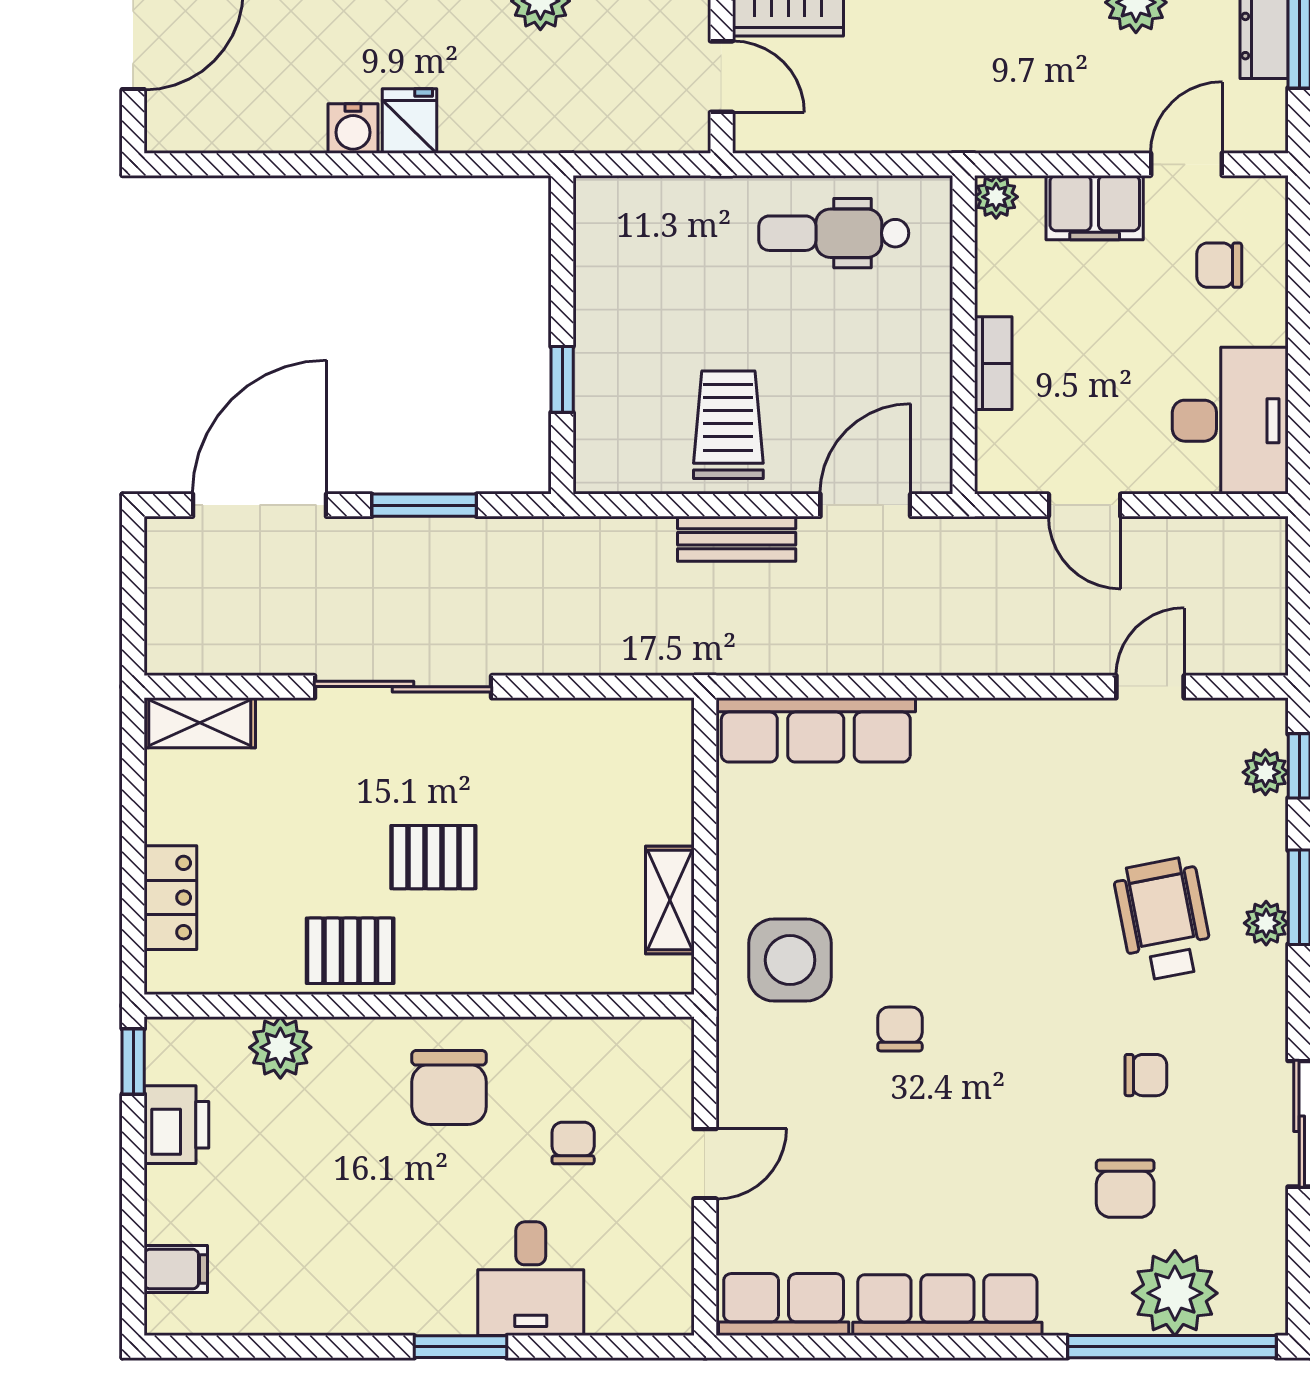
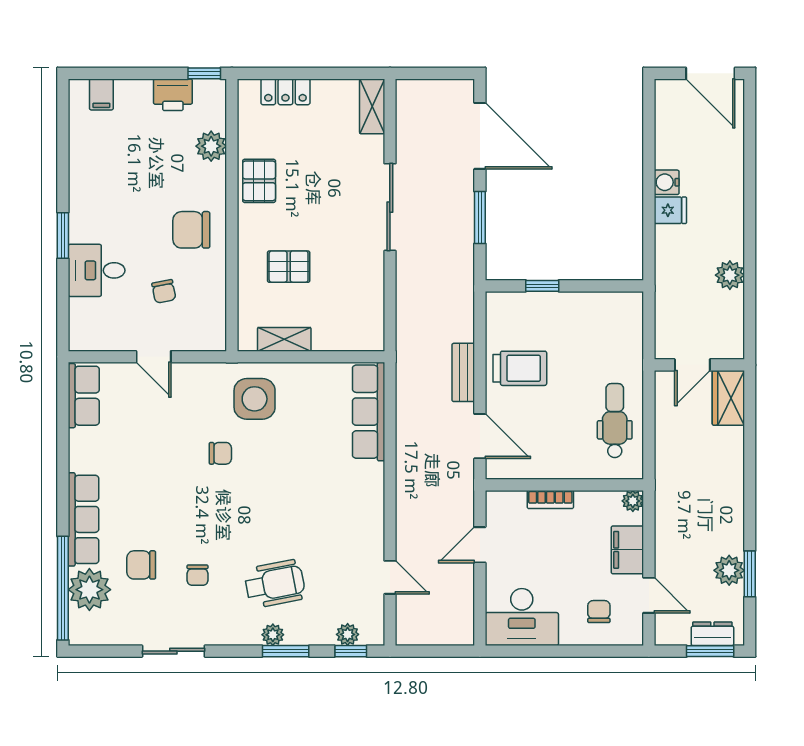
pallet: (433, 857) -> (289, 267), moved, turned 90
chair: (573, 1143) -> (164, 291), turned 79
row of seats: (947, 1305) -> (84, 519), moved

